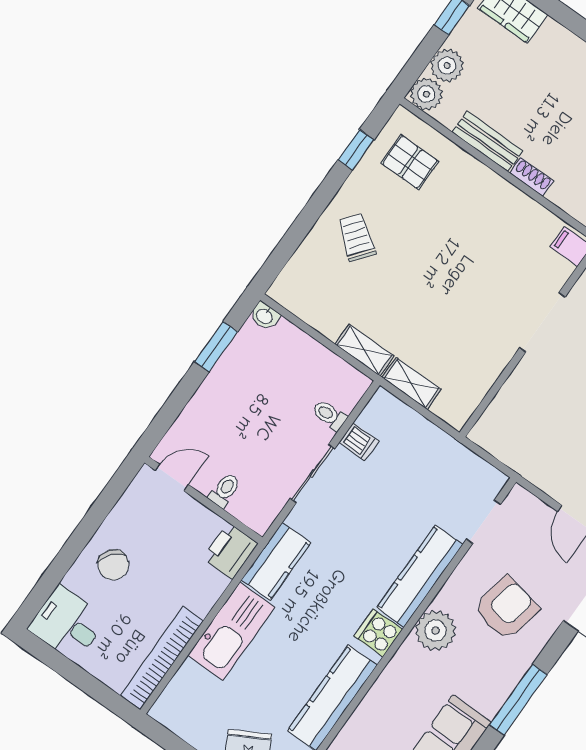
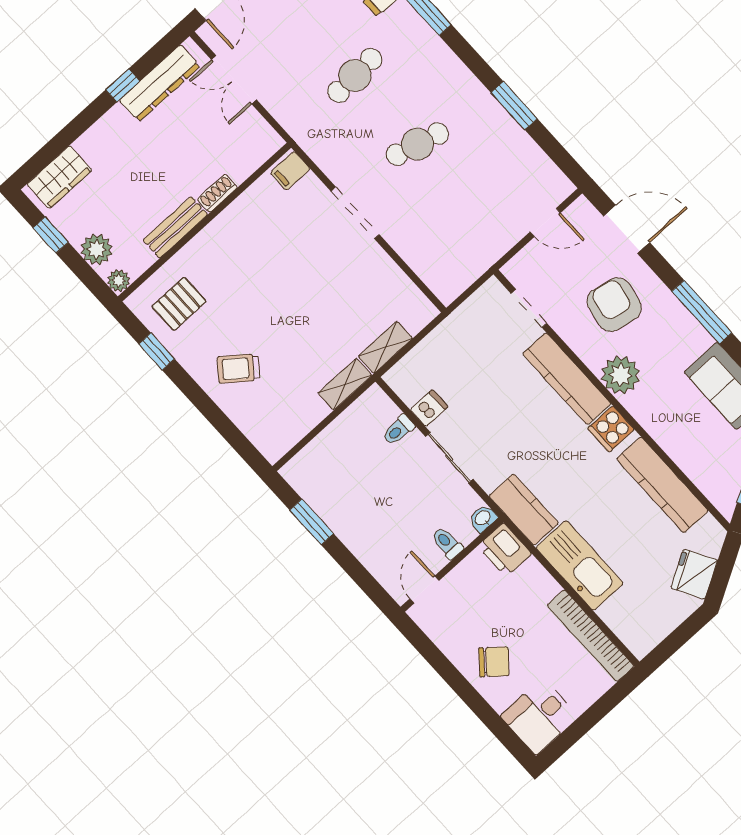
plant: (426, 94) -> (119, 281), width x0.73, depth x0.73
washbasin: (265, 316) -> (483, 518), moved, turned 180

